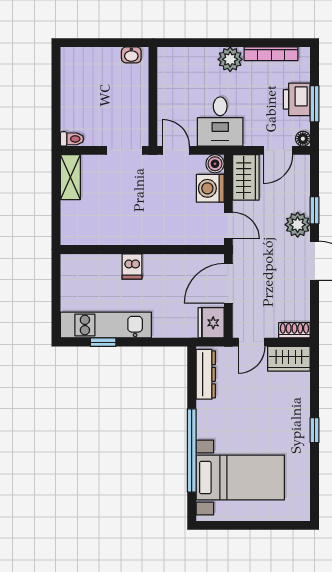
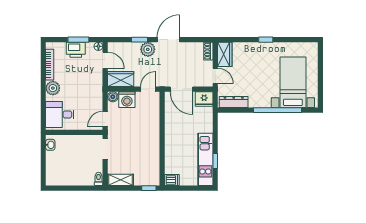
desk: (220, 122) -> (60, 114), moved, turned 180
window: (56, 227) -> (149, 188), added
dishwasher: (132, 267) -> (172, 180), moved

